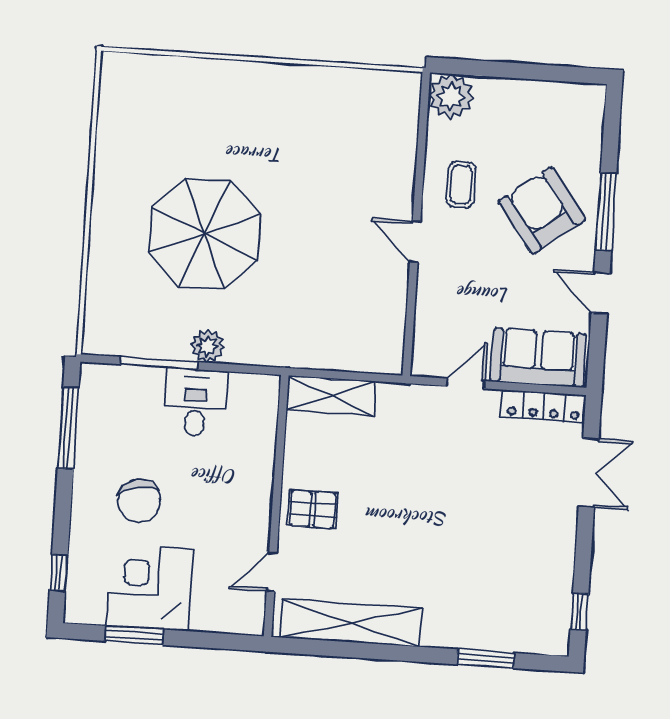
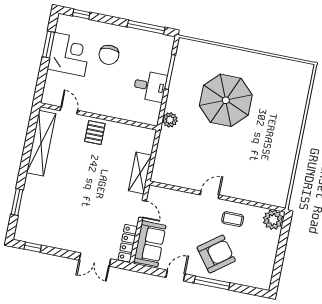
plant: (208, 346) -> (170, 120), moved
shelving: (331, 396) -> (140, 173), moved
chair: (139, 501) -> (109, 55), turned -79

